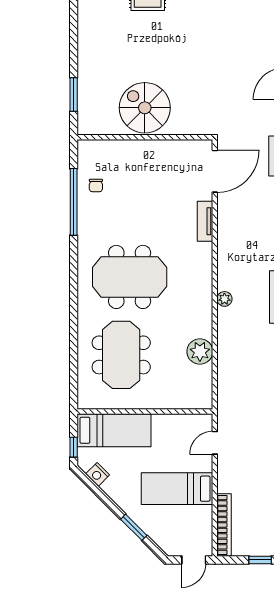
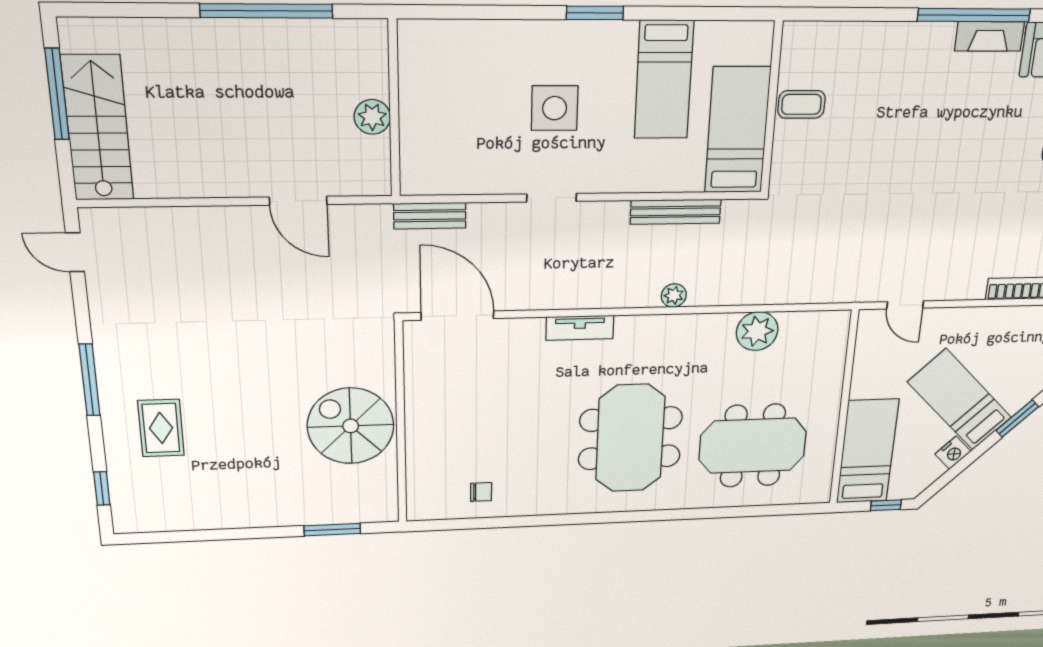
spiral stairs: (145, 108) -> (351, 426), turned 90
window: (74, 202) -> (507, 522), removed
tv unit: (205, 221) -> (580, 328), moved
nightstand: (98, 474) -> (953, 453), moved
bed: (177, 489) -> (960, 400), moved, turned 135

